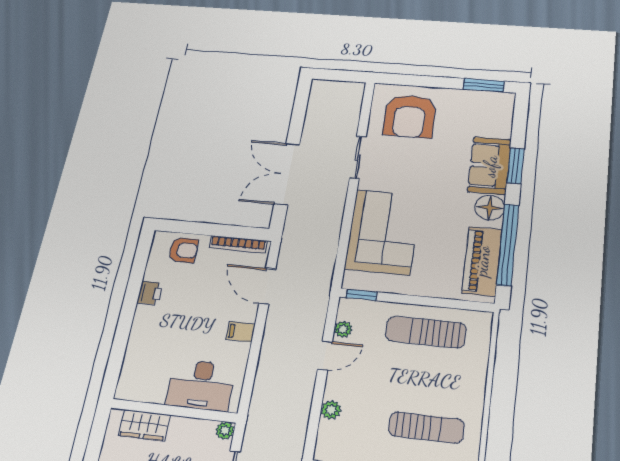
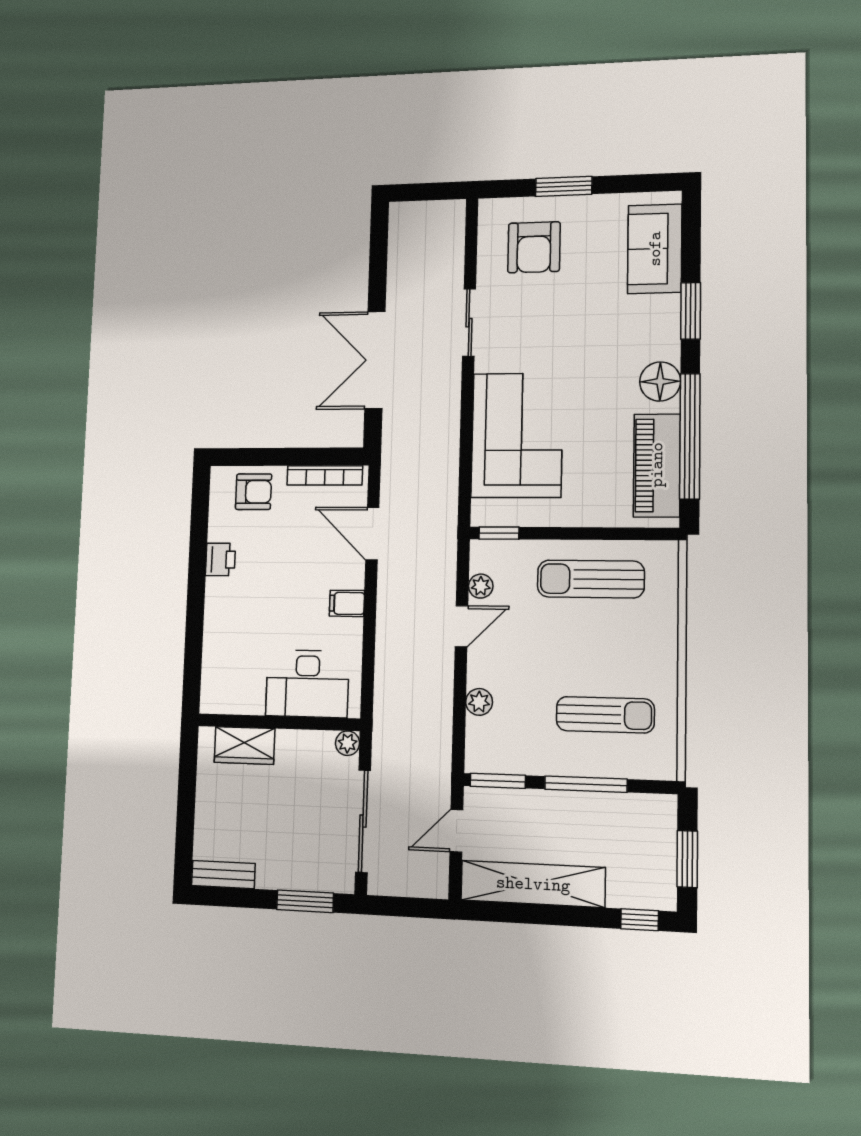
window: (484, 85) -> (564, 186), moved
armchair: (410, 116) -> (534, 247), width x0.73, depth x0.73
sofa: (490, 166) -> (655, 249), moved

